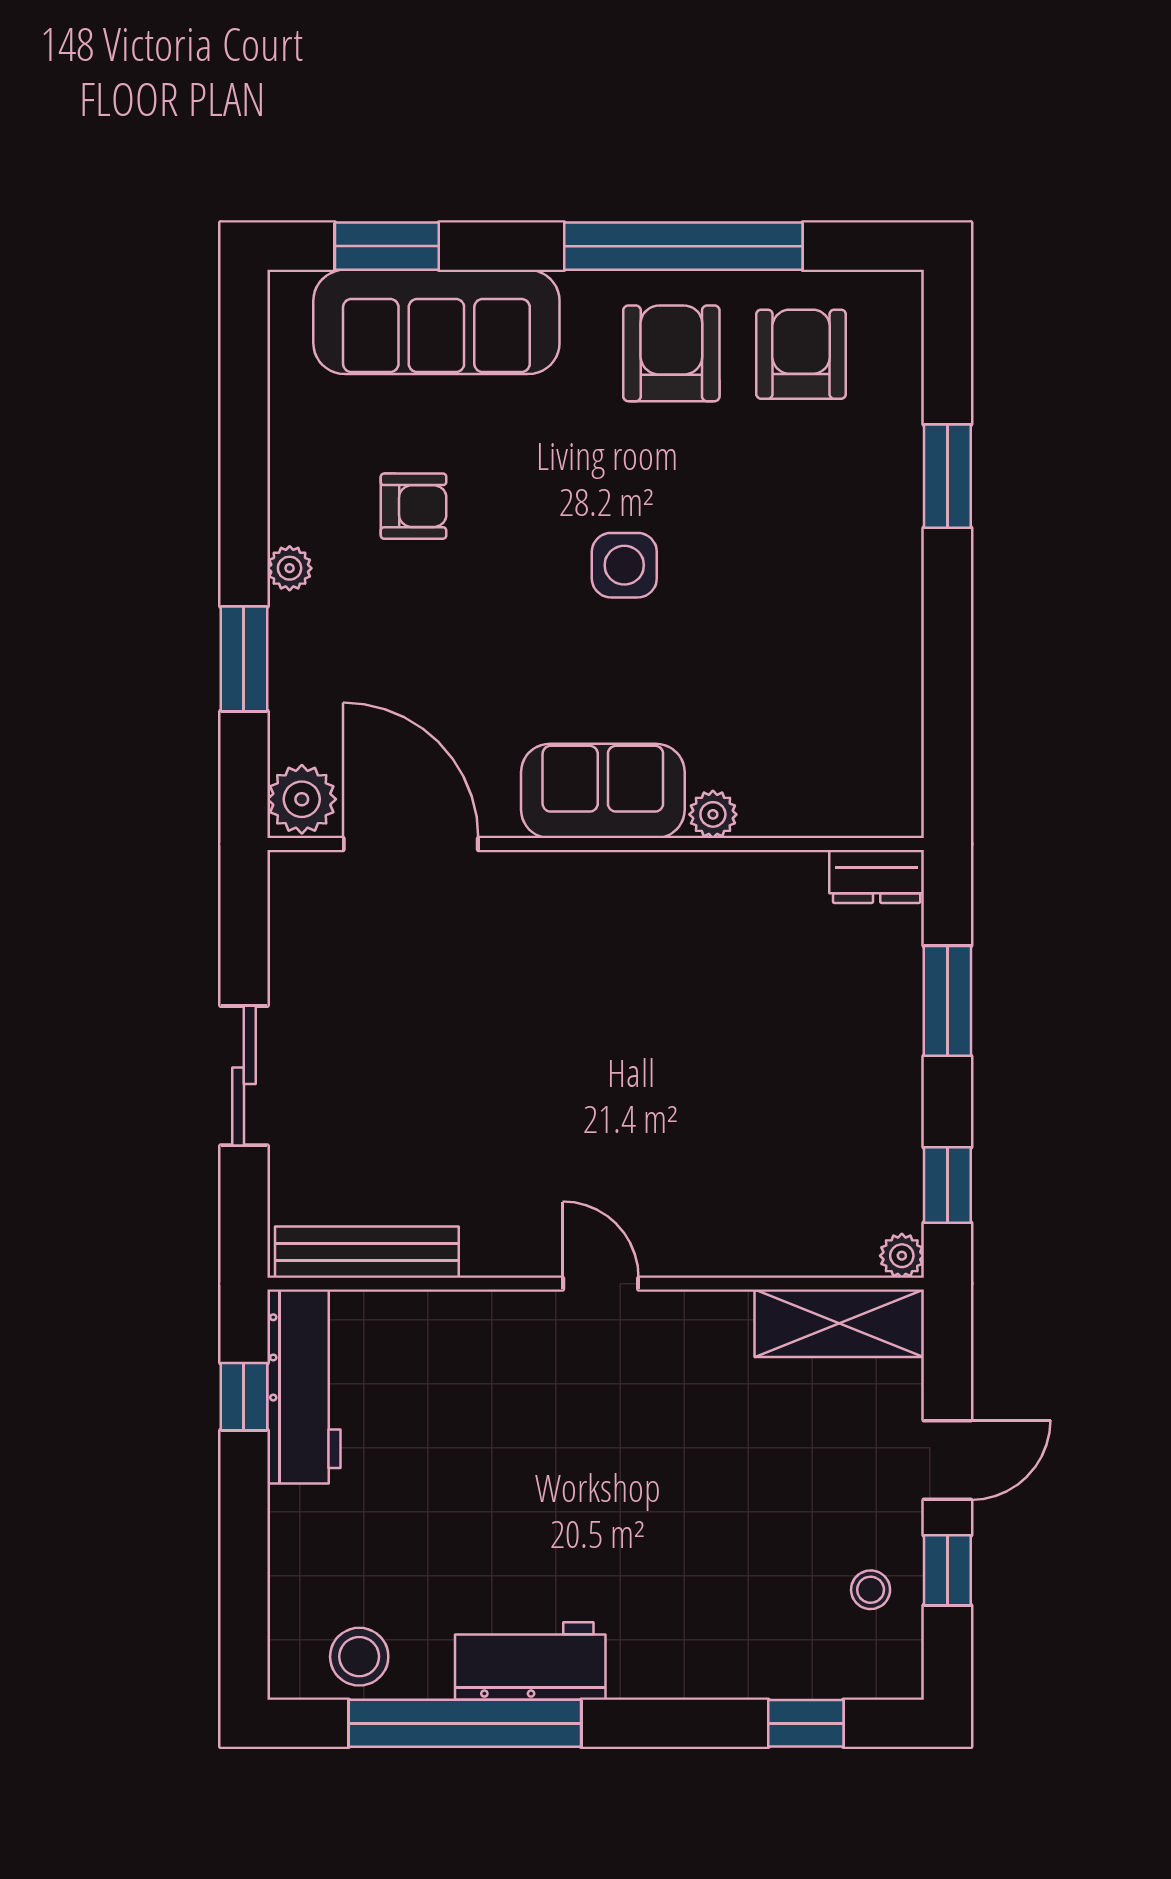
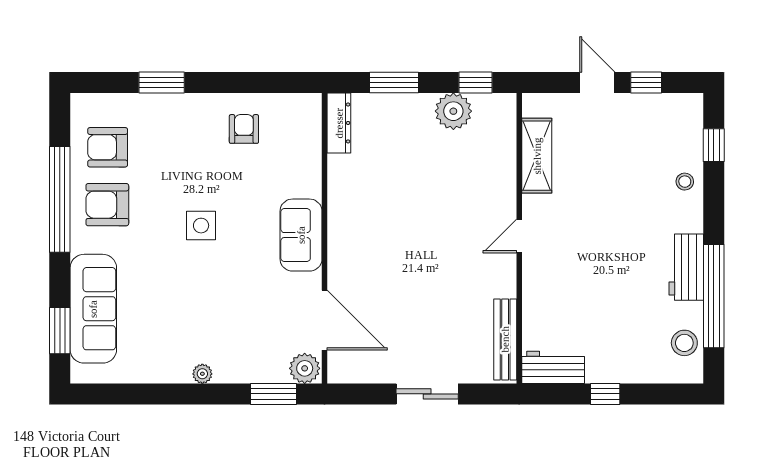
armchair: (414, 506) -> (244, 129), moved
window: (244, 659) -> (273, 394), moved
plant: (713, 814) -> (311, 186), removed
door: (411, 844) -> (325, 320), swing flipped
dresser: (877, 876) -> (339, 123), width x1.44
plant: (902, 1256) -> (453, 111), moved, width x1.88, depth x1.88
shelving: (839, 1323) -> (537, 156), moved
workbench: (304, 1387) -> (553, 367), width x0.73
window: (244, 1397) -> (605, 394), moved
stool: (871, 1590) -> (685, 182), moved

